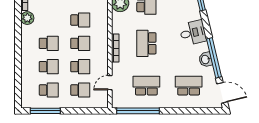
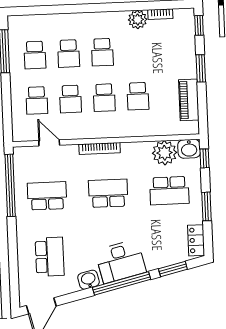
desk: (193, 33) -> (121, 261), width x1.37
window: (214, 58) -> (122, 283), moved
school desk: (146, 86) -> (47, 196), turned -90

